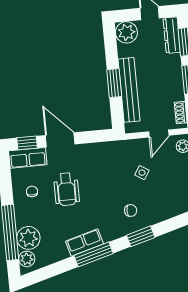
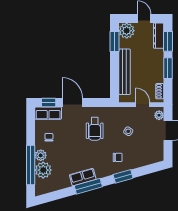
window: (114, 83) -> (115, 41), moved
door: (159, 134) -> (143, 105), swing flipped
wheelchair: (66, 189) -> (95, 129), moved
plant: (27, 259) -> (41, 155), moved

